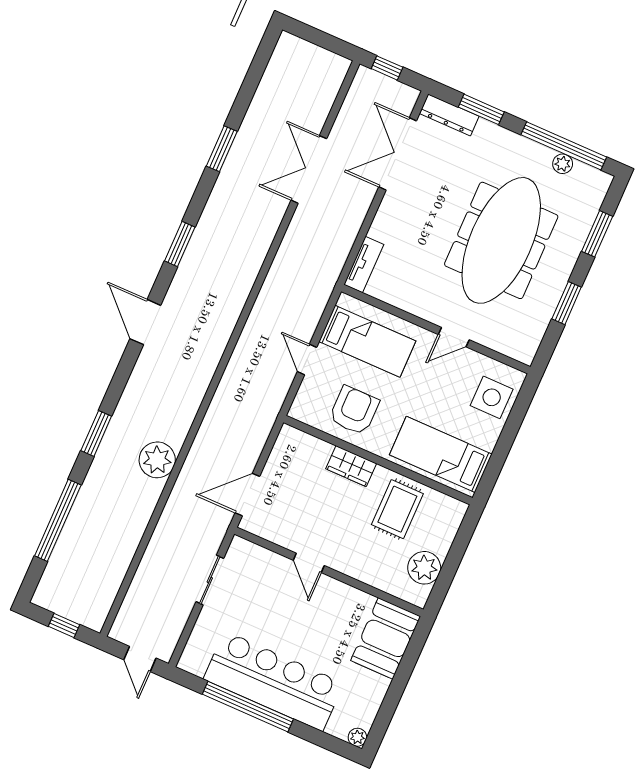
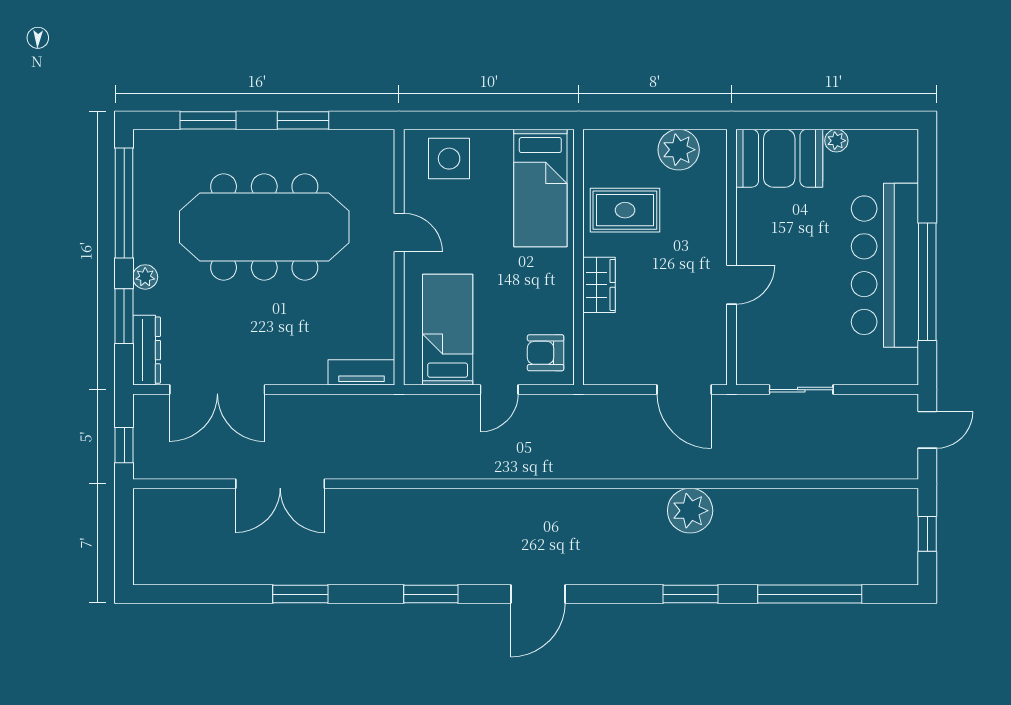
plant: (563, 164) -> (145, 277), moved
armchair: (354, 410) -> (546, 353), moved, width x0.72, depth x0.72
plant: (357, 737) -> (836, 141), moved

